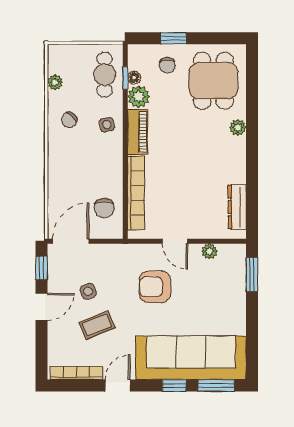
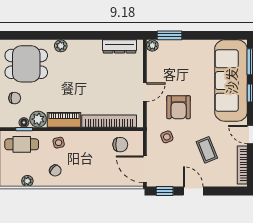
plant: (209, 251) -> (152, 45), moved
side table: (88, 291) -> (167, 137), moved

